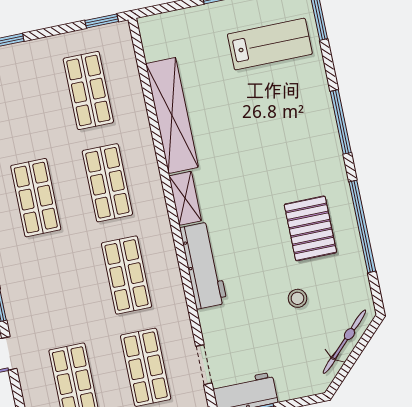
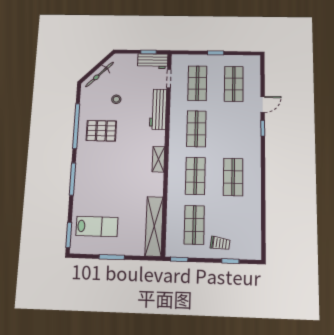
lab bench: (270, 44) -> (97, 226), turned 180
trolley: (33, 68) -> (220, 243), added
shelving: (172, 115) -> (154, 226), moved
pallet: (310, 228) -> (101, 131), turned 90
workbench: (203, 265) -> (158, 109), moved

